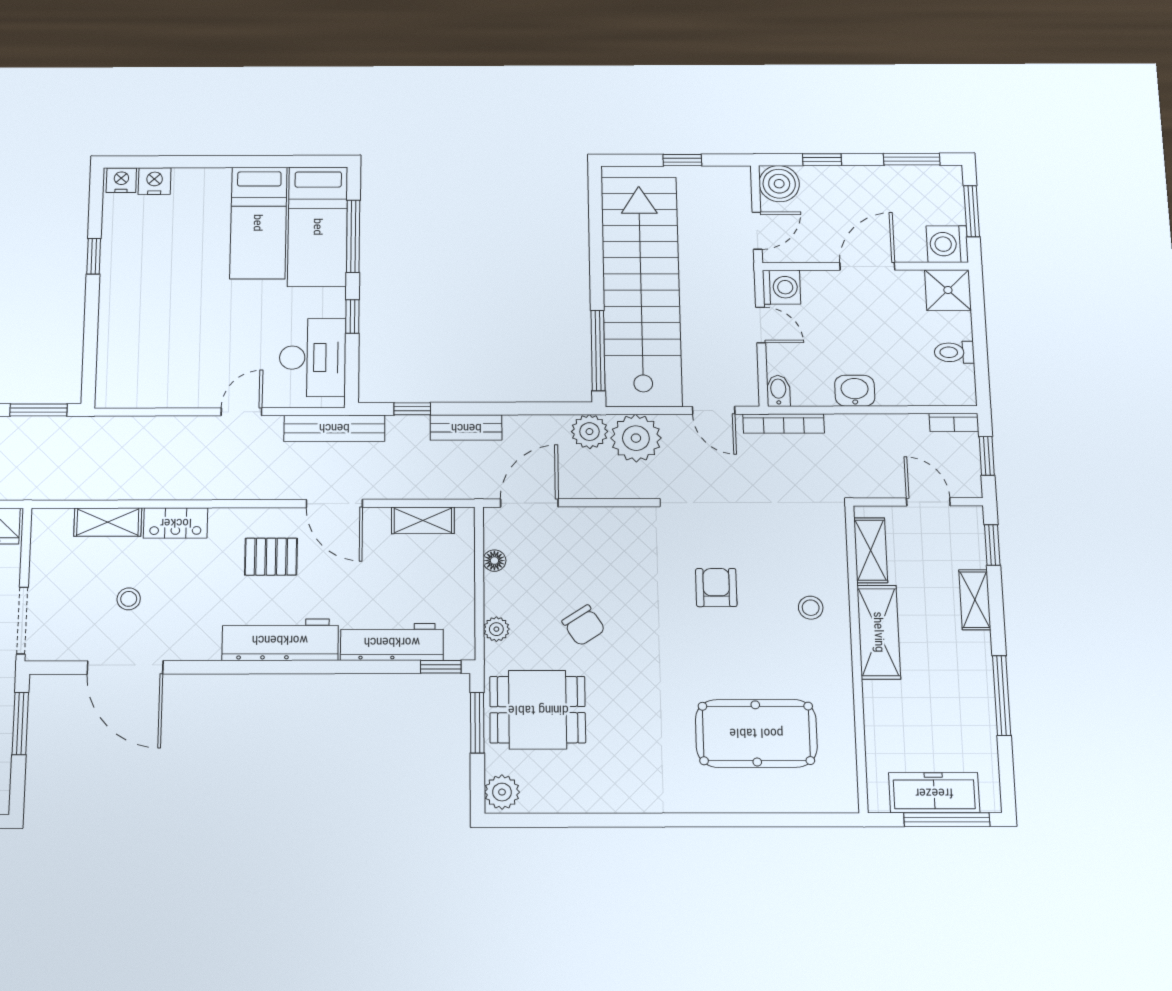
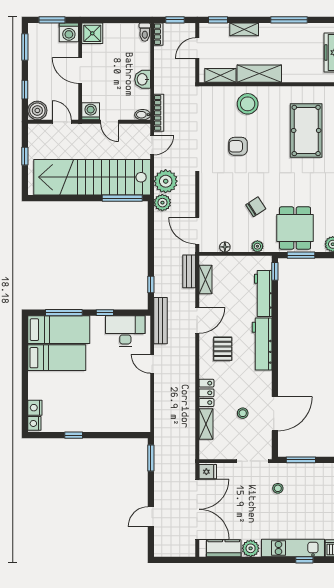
door: (761, 325) -> (110, 122), swing flipped
toilet: (954, 352) -> (145, 32), moved
bench: (466, 428) -> (189, 271), moved
stool: (811, 608) -> (248, 104), width x1.89, depth x1.89

